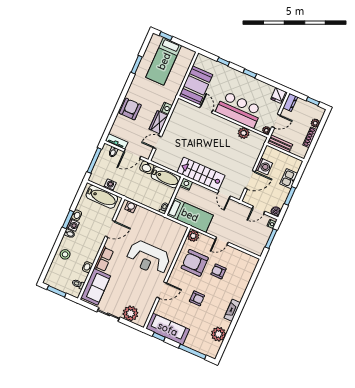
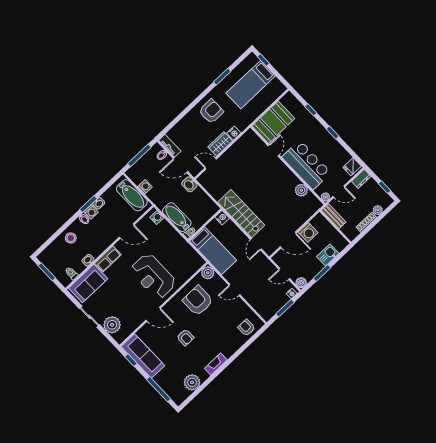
armchair: (130, 109) -> (211, 111), moved
bathtub: (166, 177) -> (177, 217), moved, turned 180
armchair: (218, 271) -> (246, 328), moved

